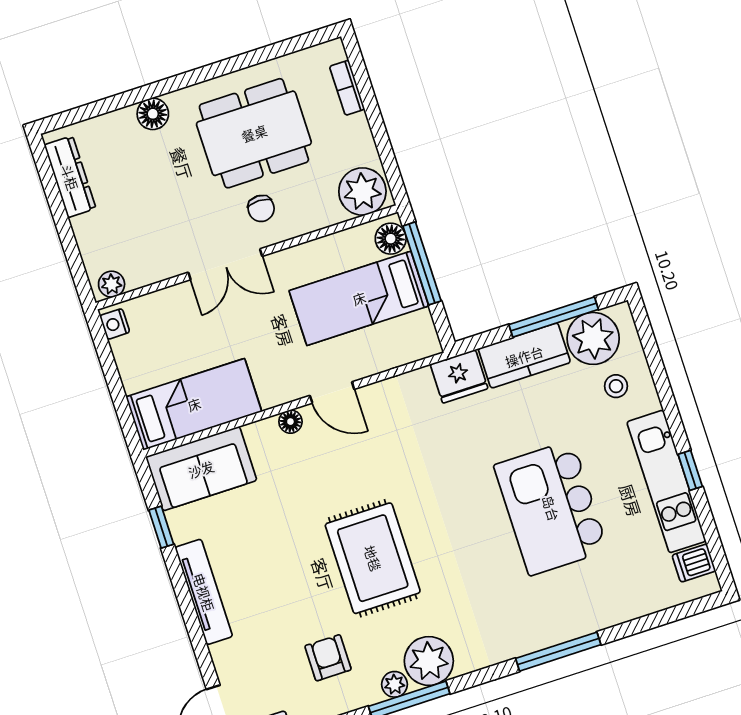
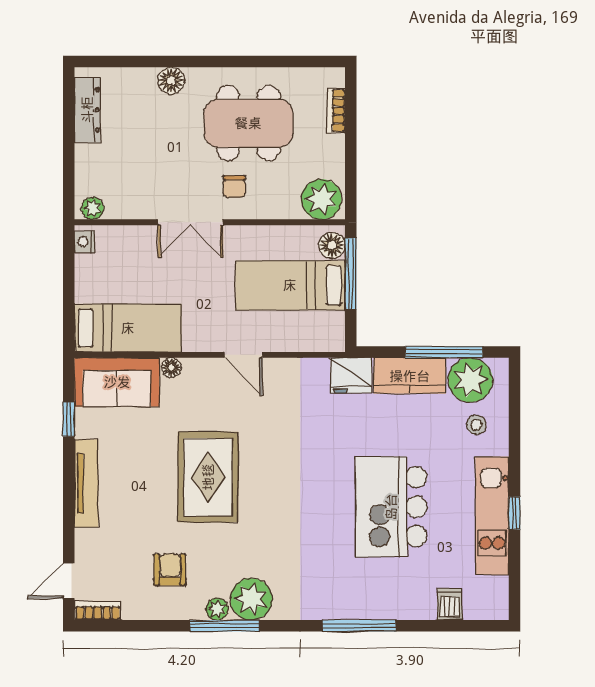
floor lamp: (290, 422) -> (171, 368), moved
rug: (373, 558) -> (208, 477), moved
dishwasher: (694, 563) -> (450, 604), moved, turned 90

